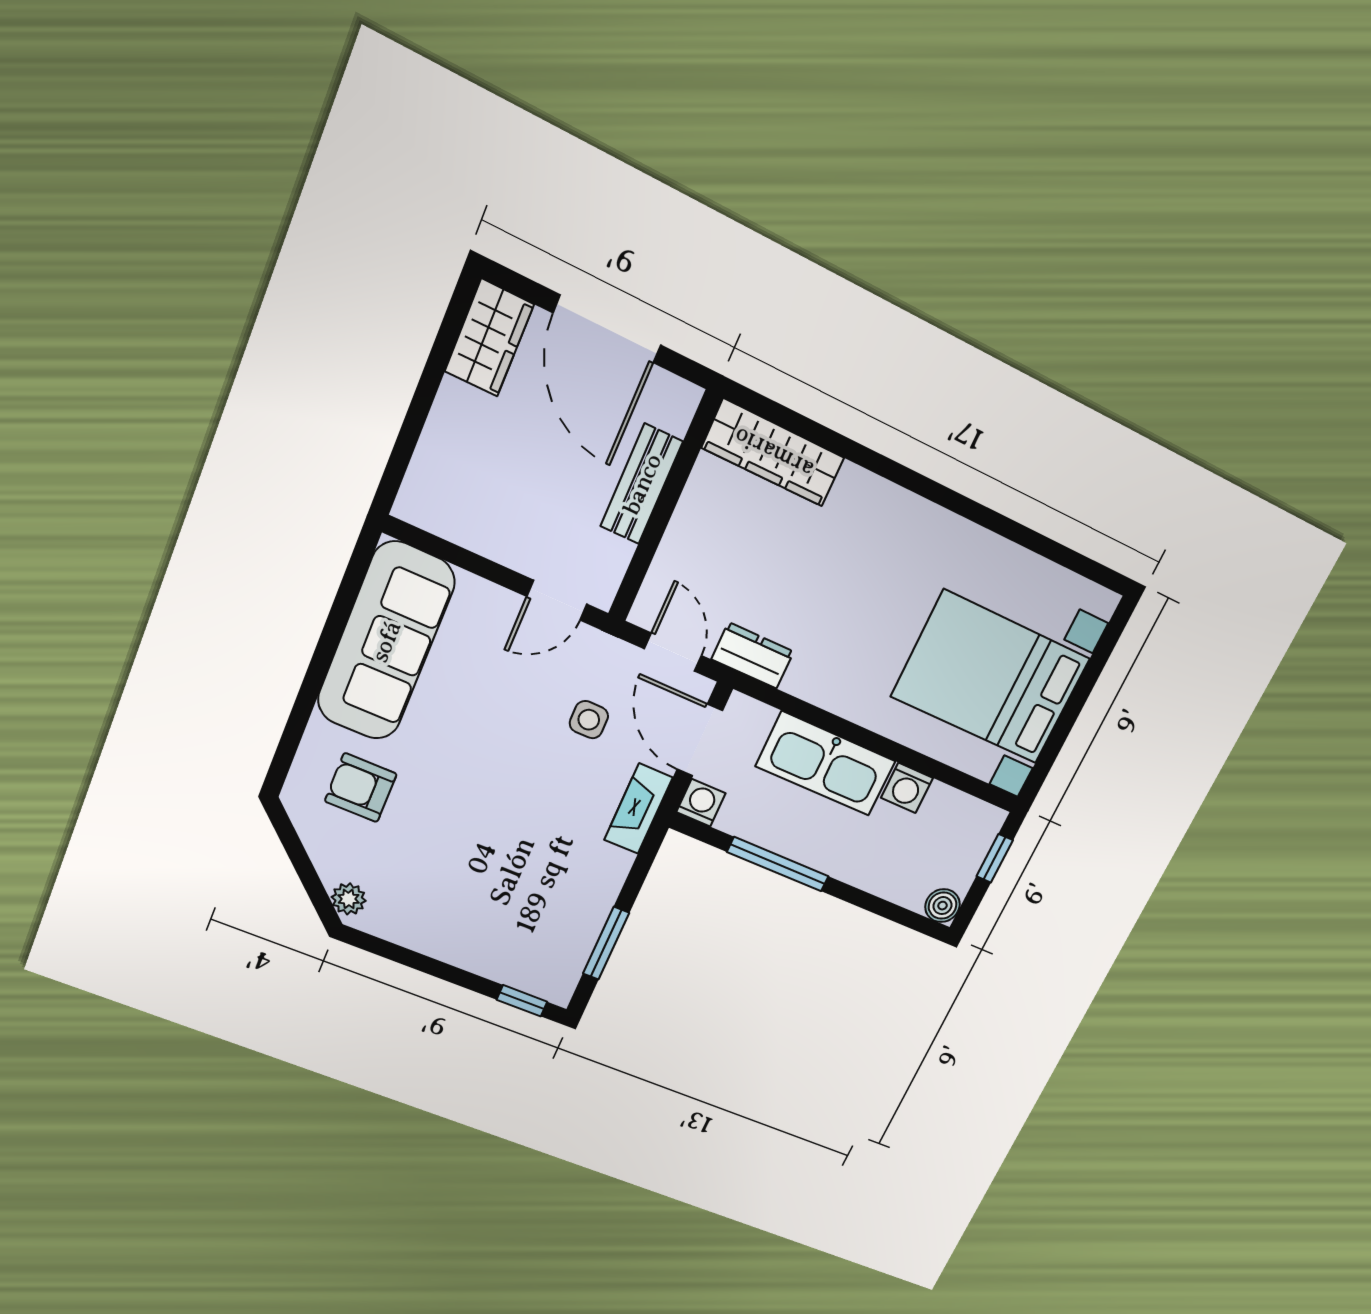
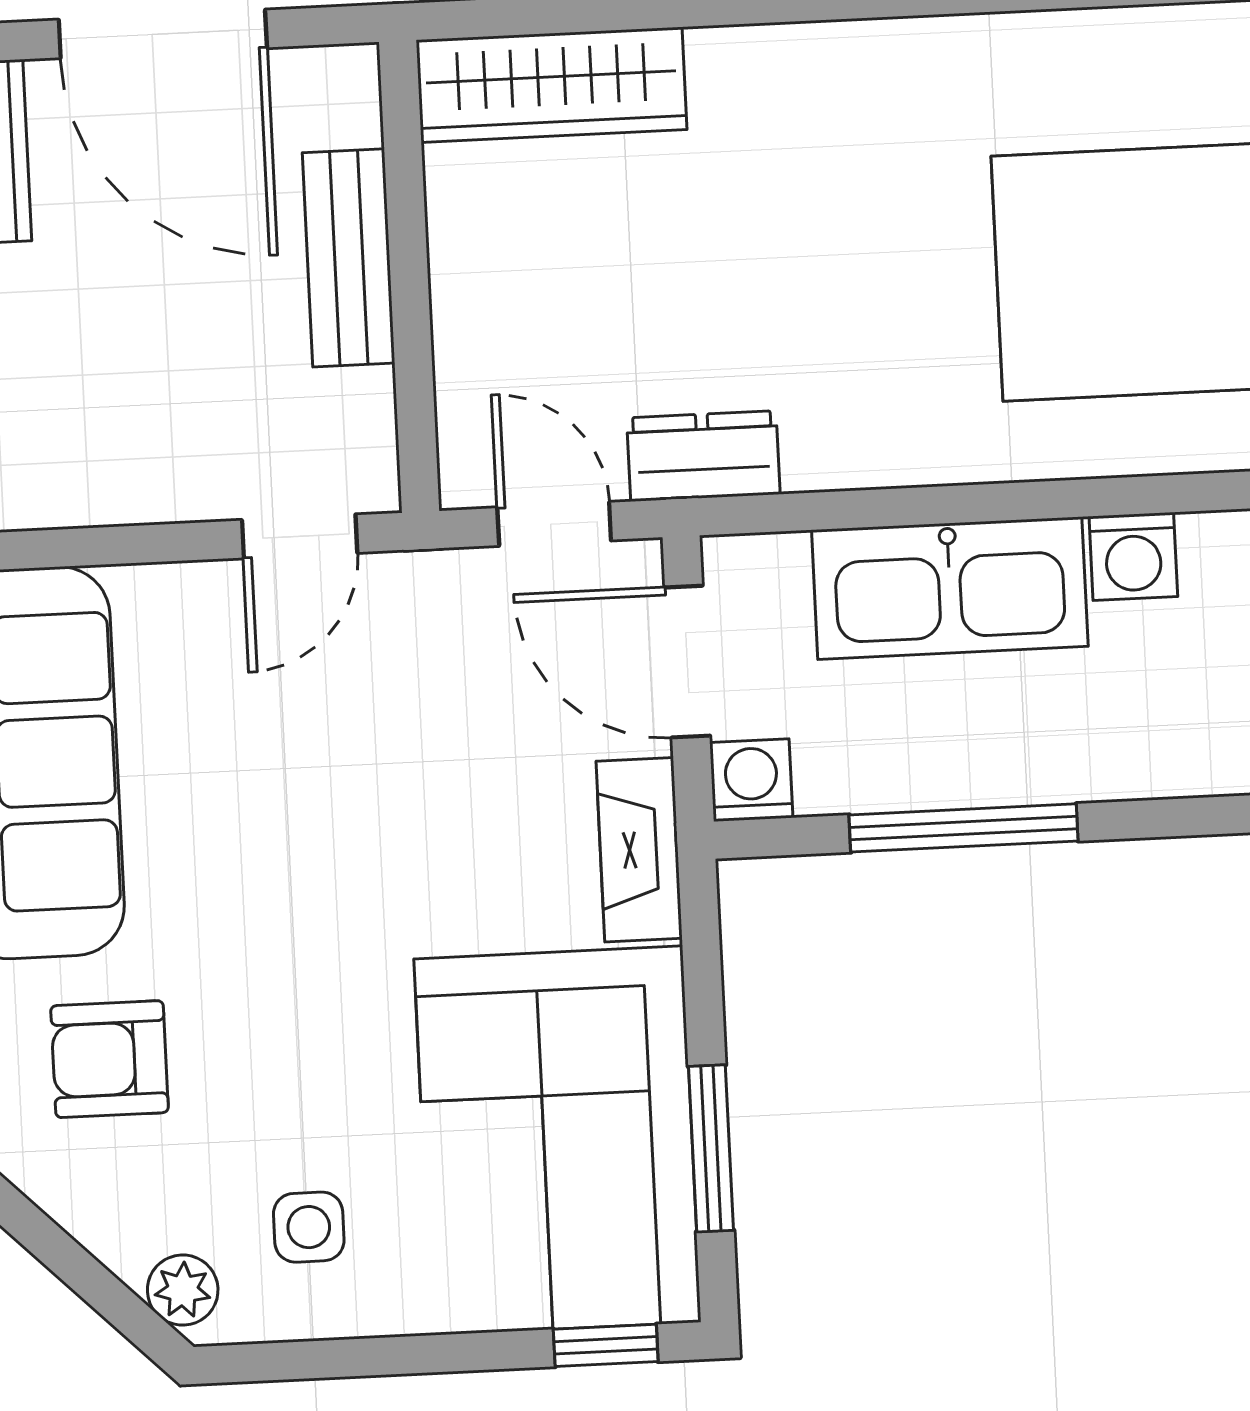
side table: (589, 720) -> (309, 1227), moved
corner sofa: (543, 911) -> (557, 1141), added

